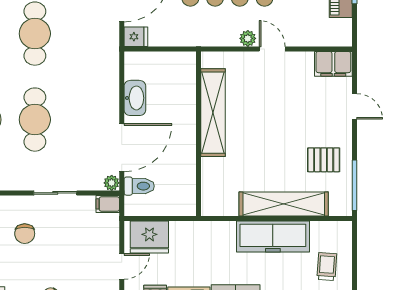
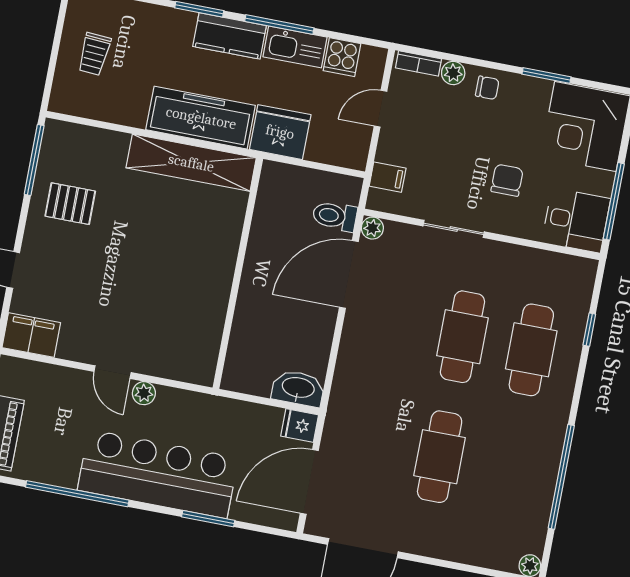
washbasin: (135, 98) -> (298, 388), moved, turned 90
shelving: (213, 113) -> (212, 299), removed
filing cabinet: (108, 204) -> (388, 177), moved
shelving: (284, 204) -> (191, 163), moved
fridge: (149, 237) -> (280, 132), moved
freezer: (273, 237) -> (201, 118), moved

